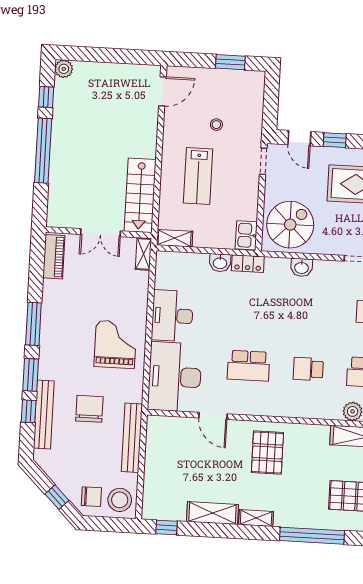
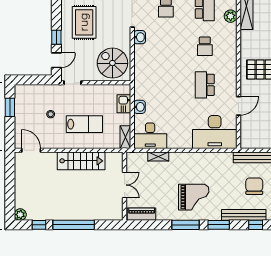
stairs: (140, 195) -> (81, 161), moved
kitchen sink: (246, 235) -> (124, 104), moved, turned 90
shelving: (143, 254) -> (158, 157), moved
locker: (248, 264) -> (139, 89), removed
washbasin: (302, 267) -> (140, 37), moved
desk: (172, 316) -> (150, 136), moved
grand piano: (115, 344) -> (194, 197), moved, turned 180
school desk: (249, 366) -> (205, 85), turned 180
chair: (89, 409) -> (254, 186), moved, turned 90
window: (29, 411) -> (256, 225), moved

